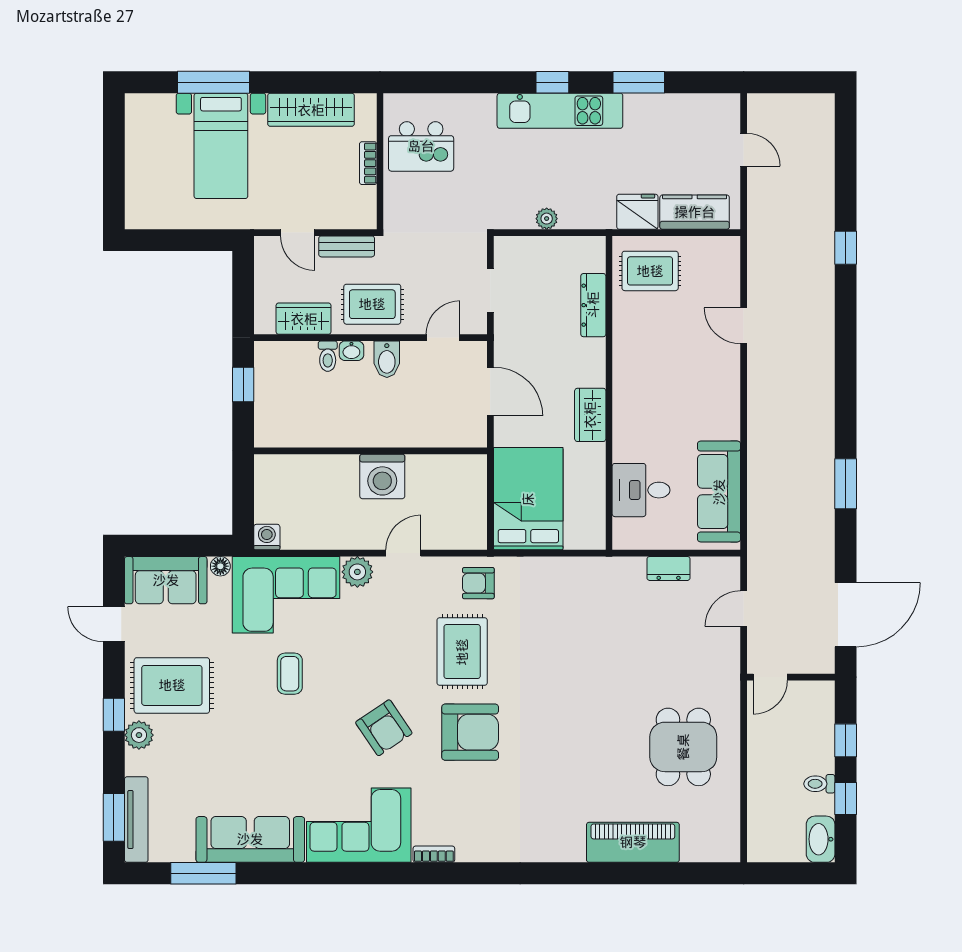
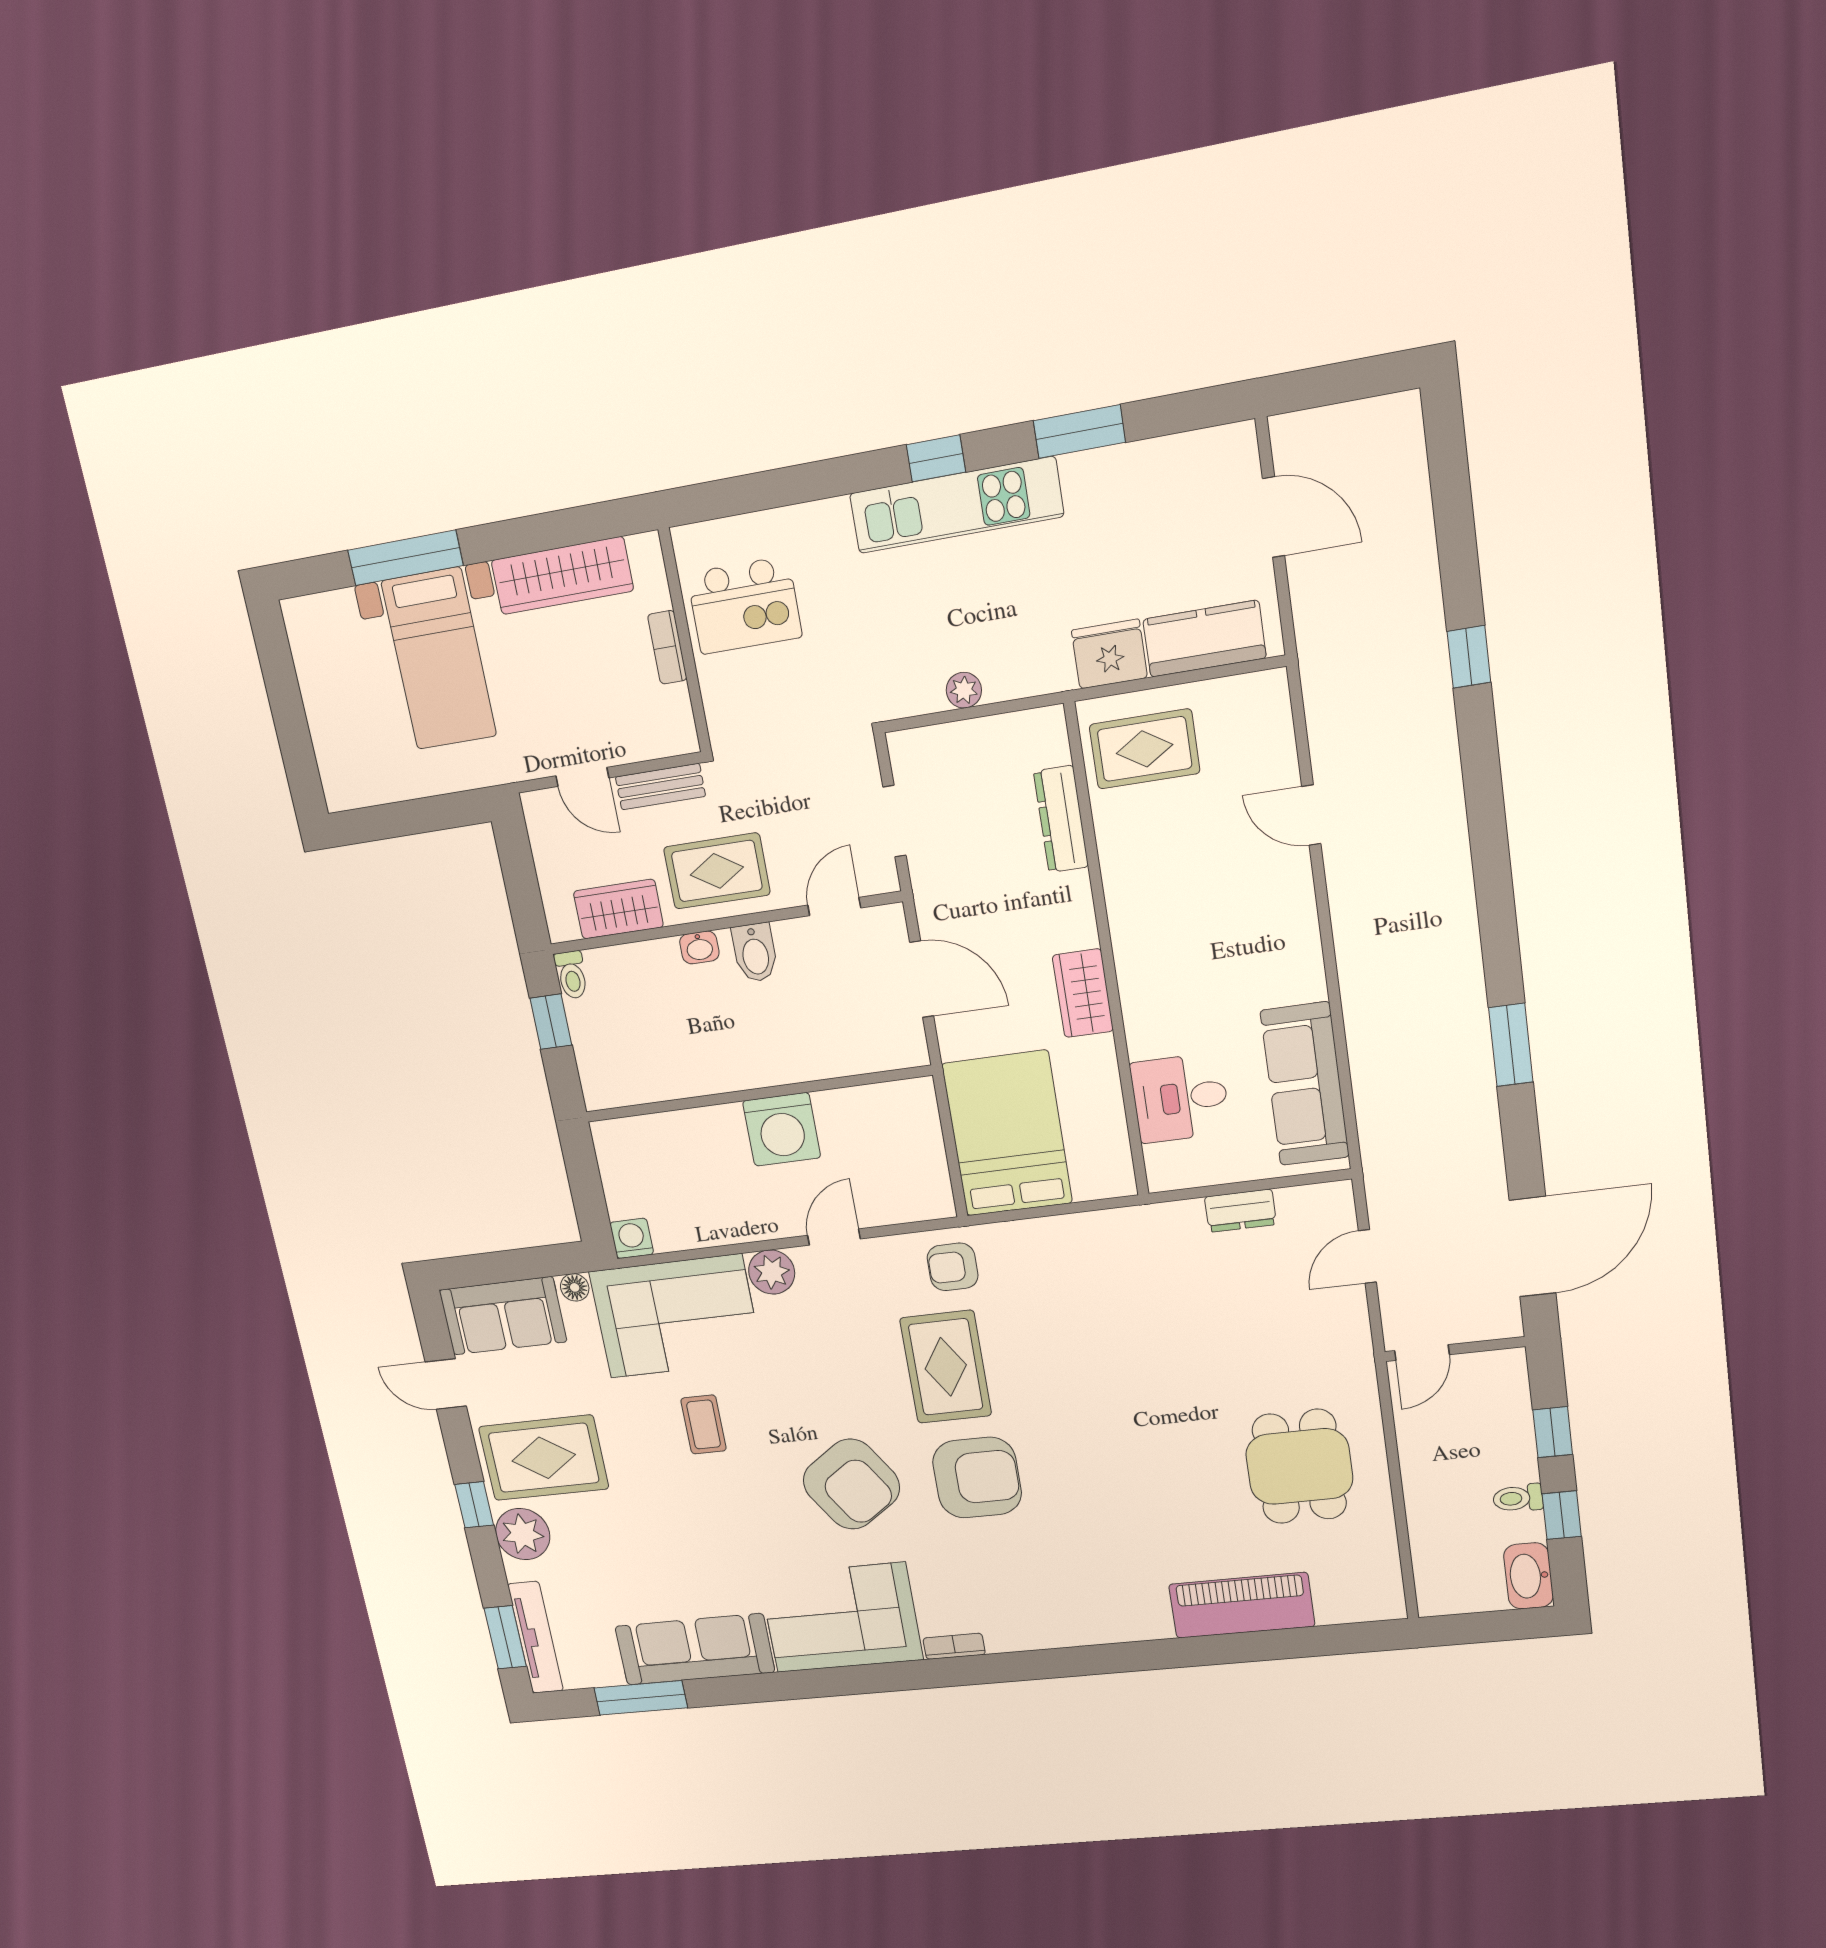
door: (744, 150) -> (1274, 517), width x1.38
toilet: (328, 356) -> (572, 975), moved
armchair: (384, 728) -> (851, 1484), width x1.36, depth x1.36
plant: (139, 735) -> (523, 1534), width x1.36, depth x1.36

